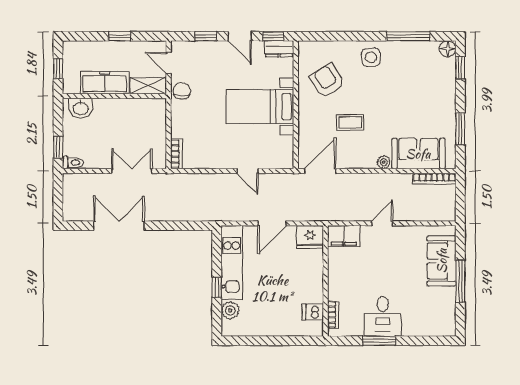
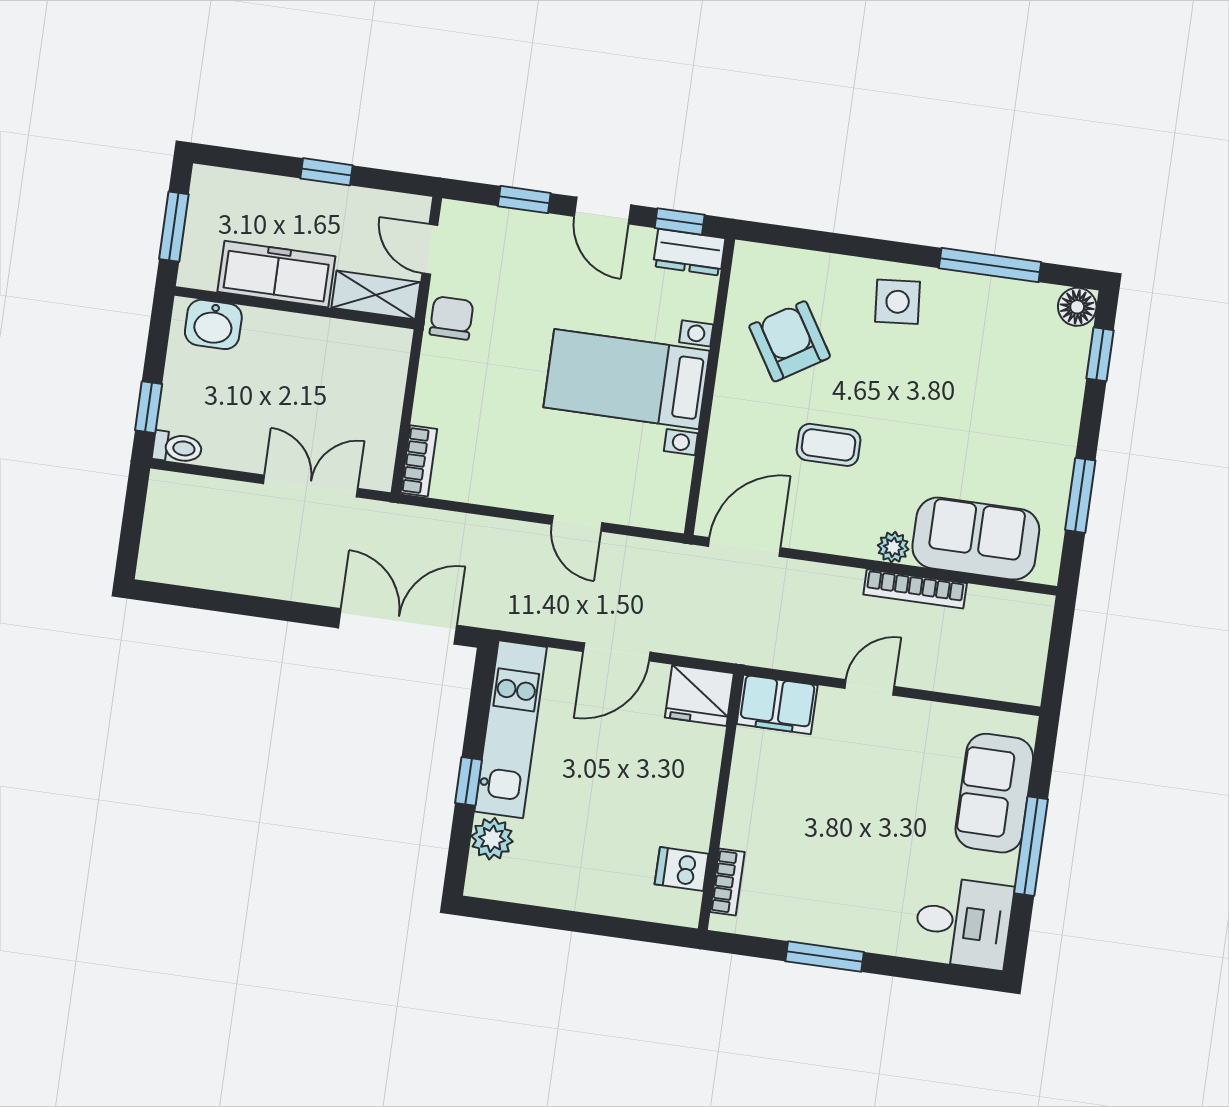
window: (58, 69) -> (174, 227), width x1.50
bookcase: (434, 179) -> (915, 589), moved
double door: (119, 226) -> (398, 626), moved
desk: (383, 317) -> (963, 923), moved, turned -90

